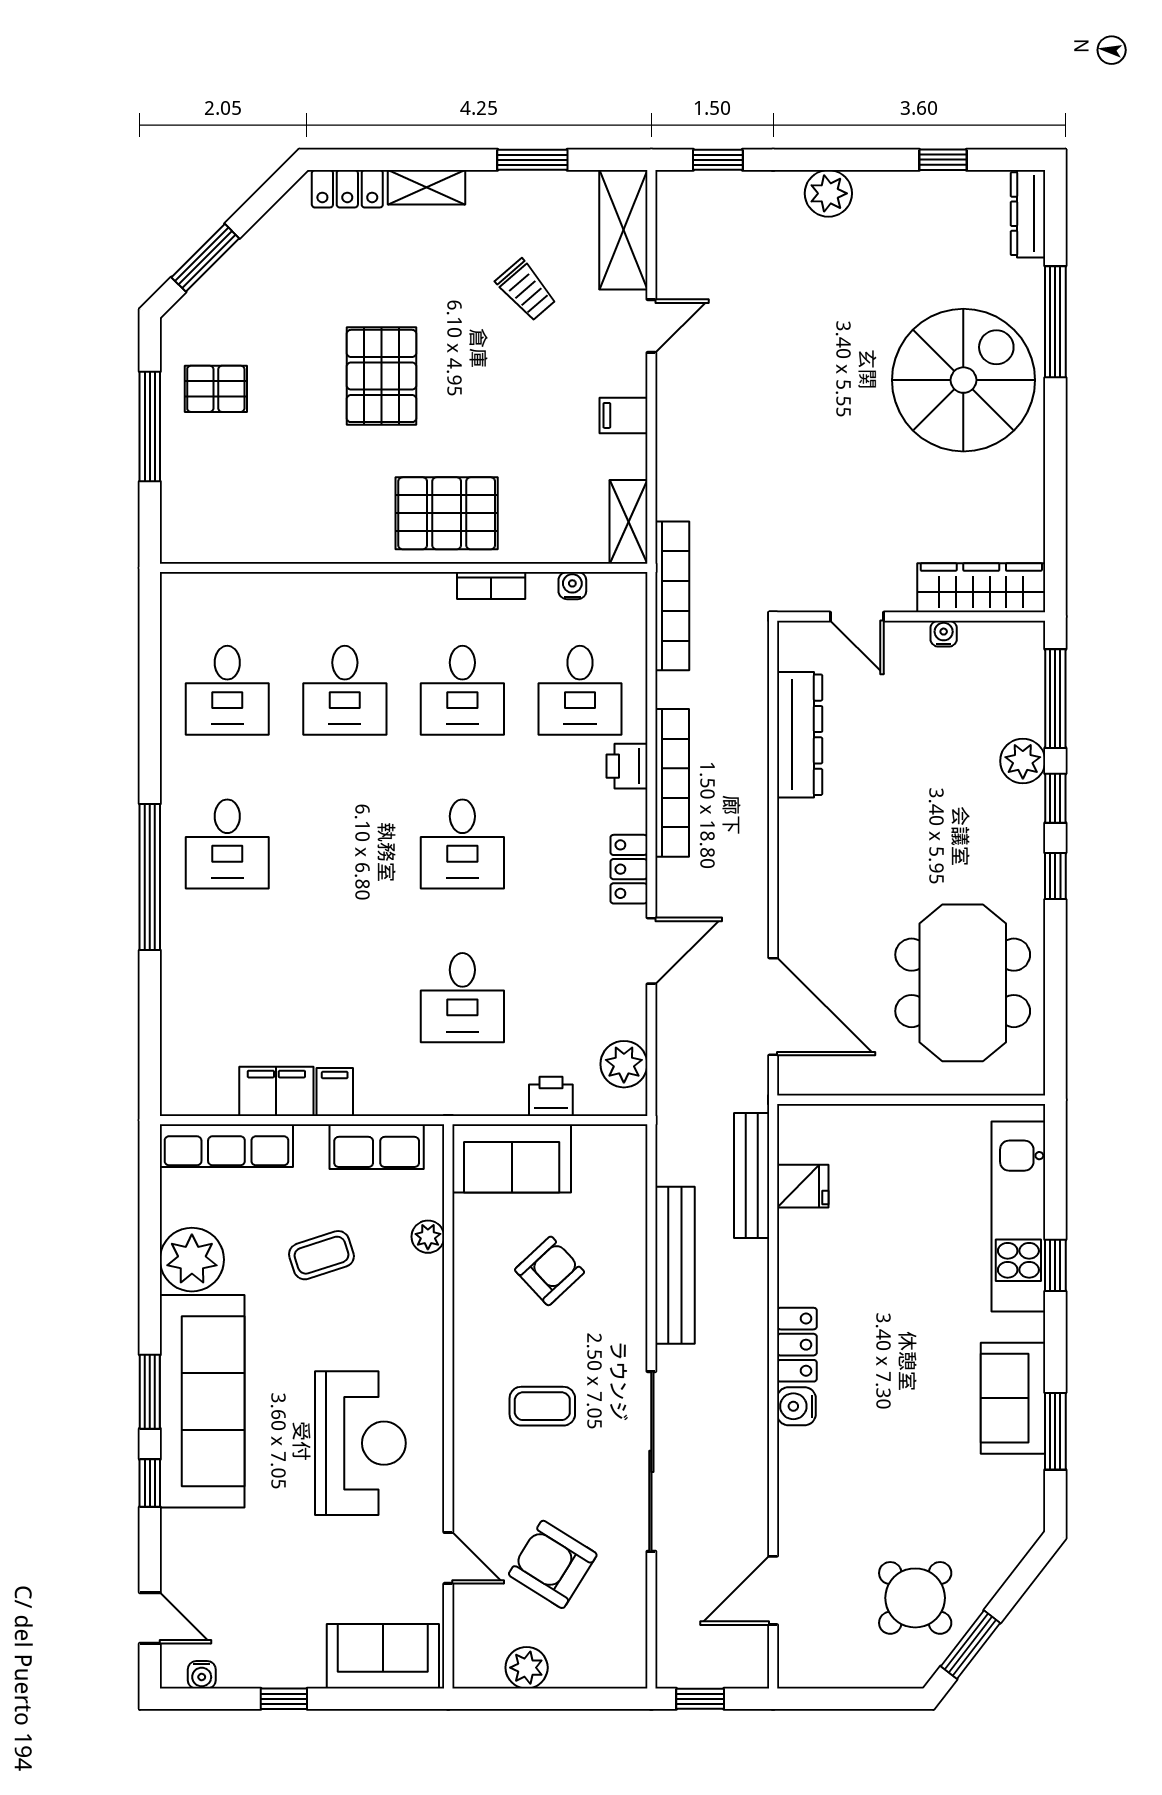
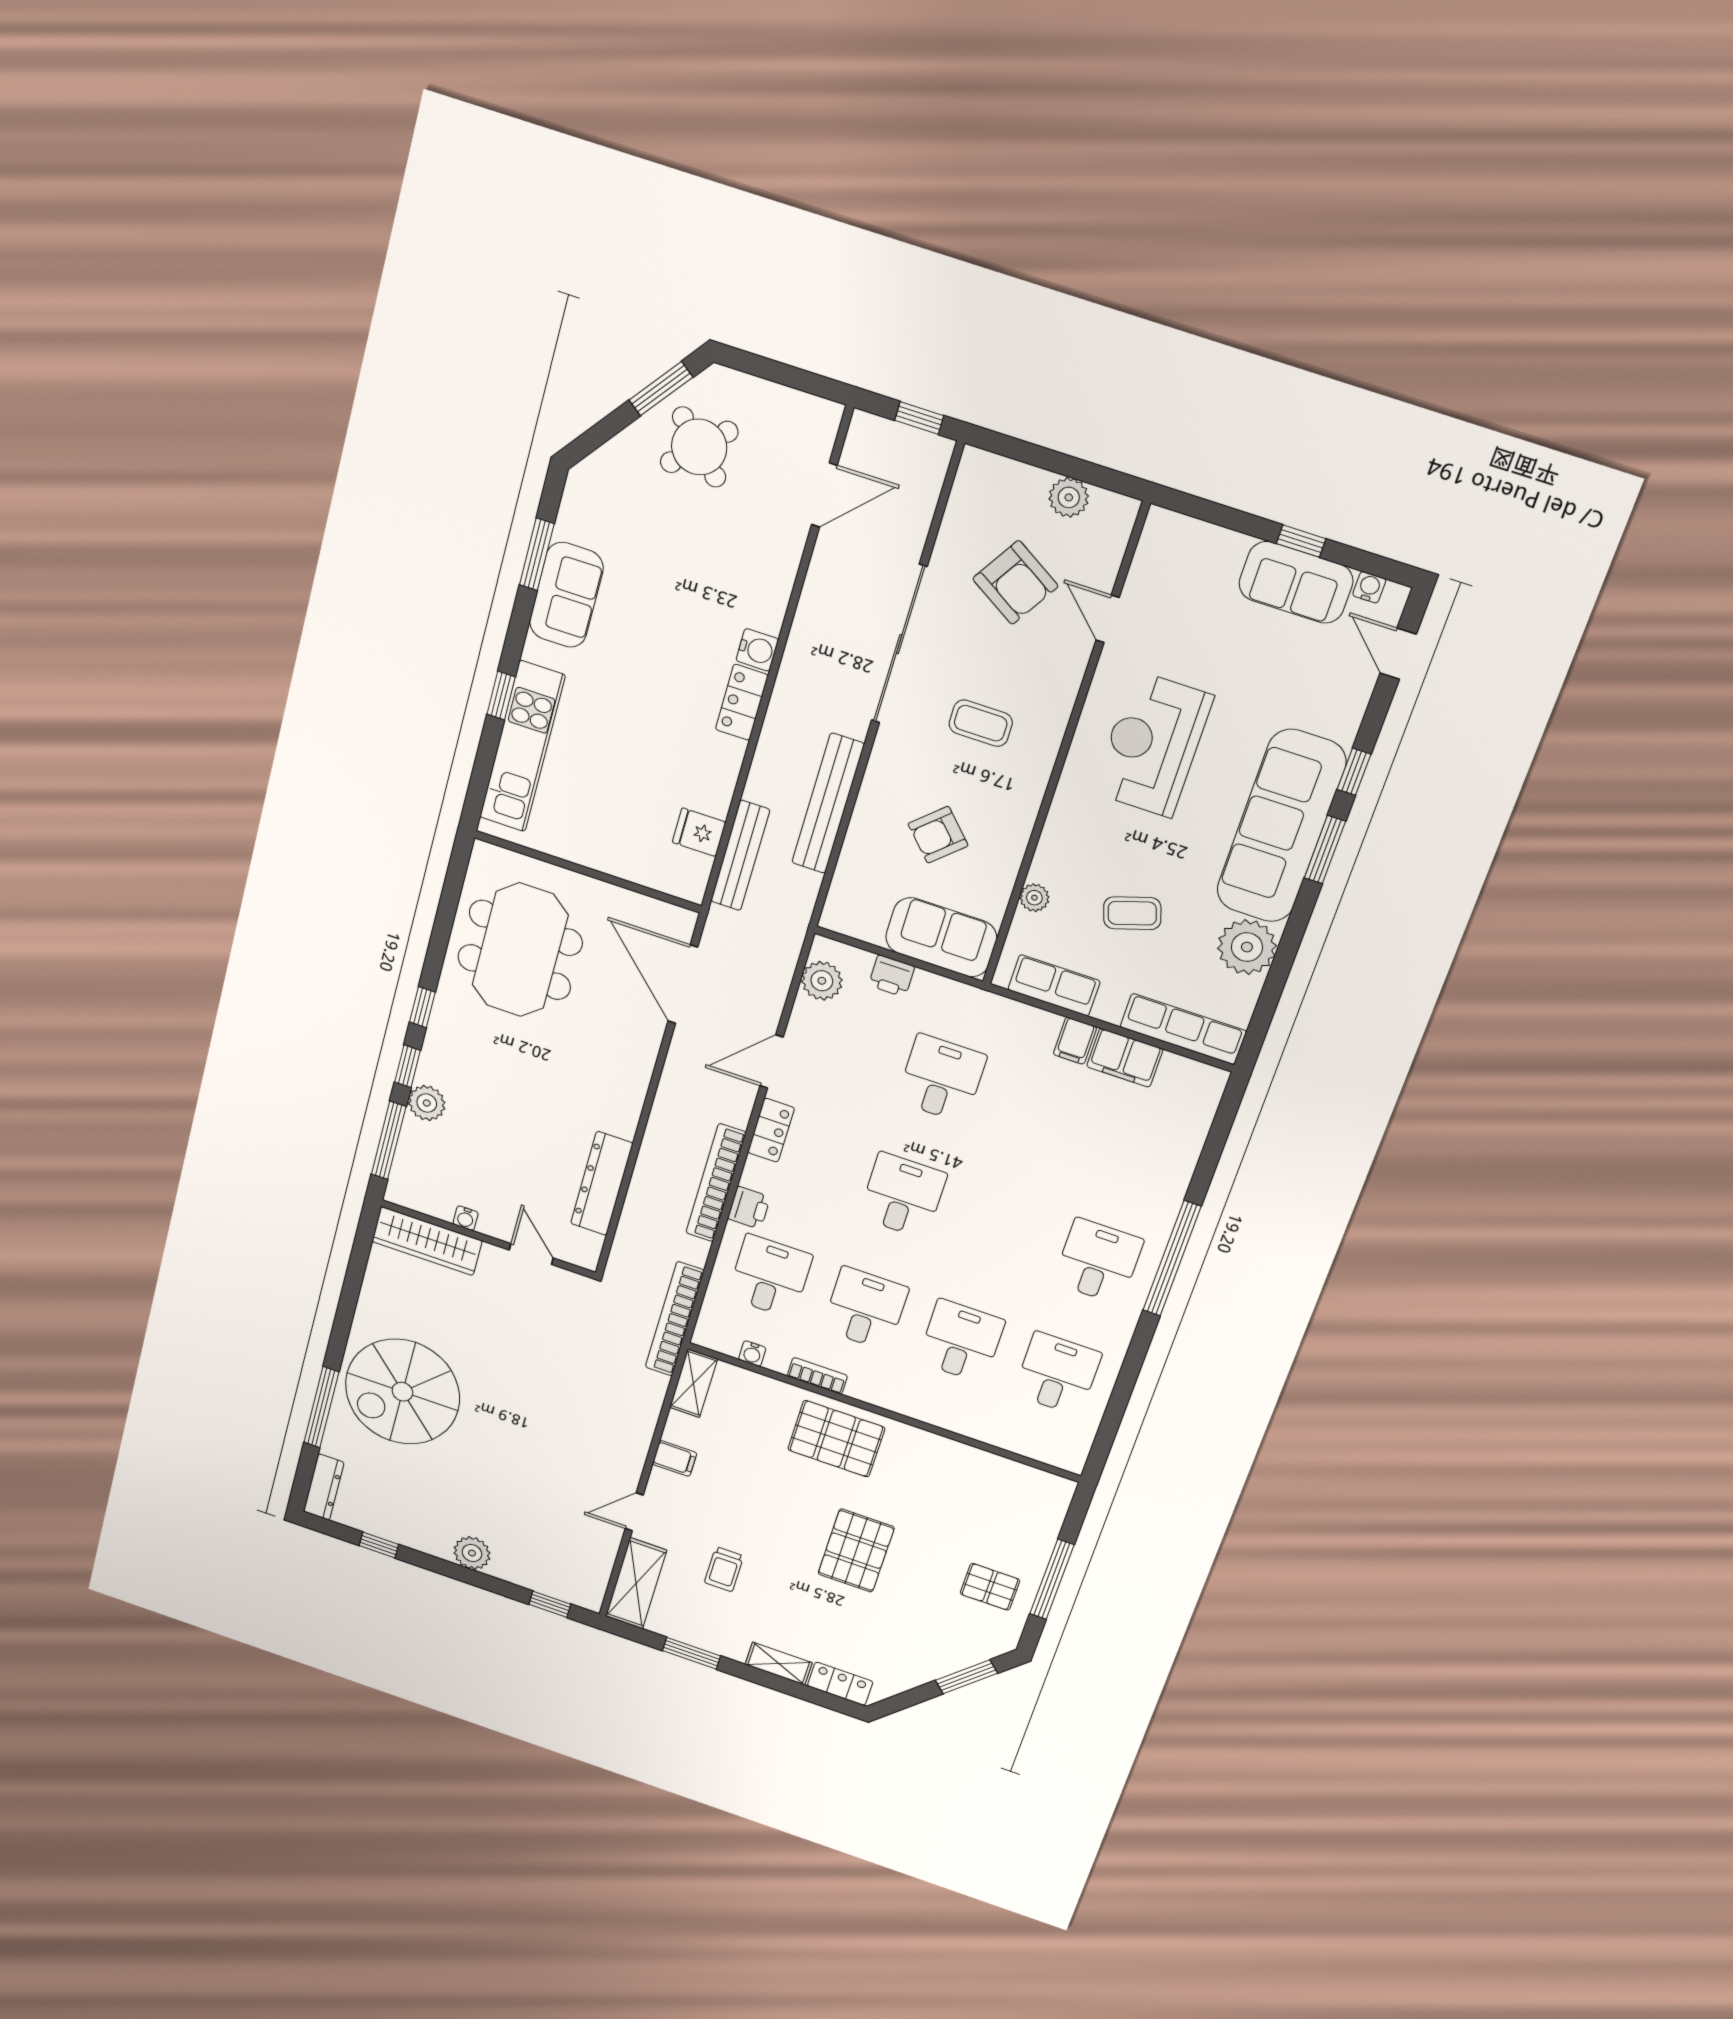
trolley: (526, 290) -> (724, 1569), turned -139
sofa: (383, 1656) -> (1296, 582), moved

